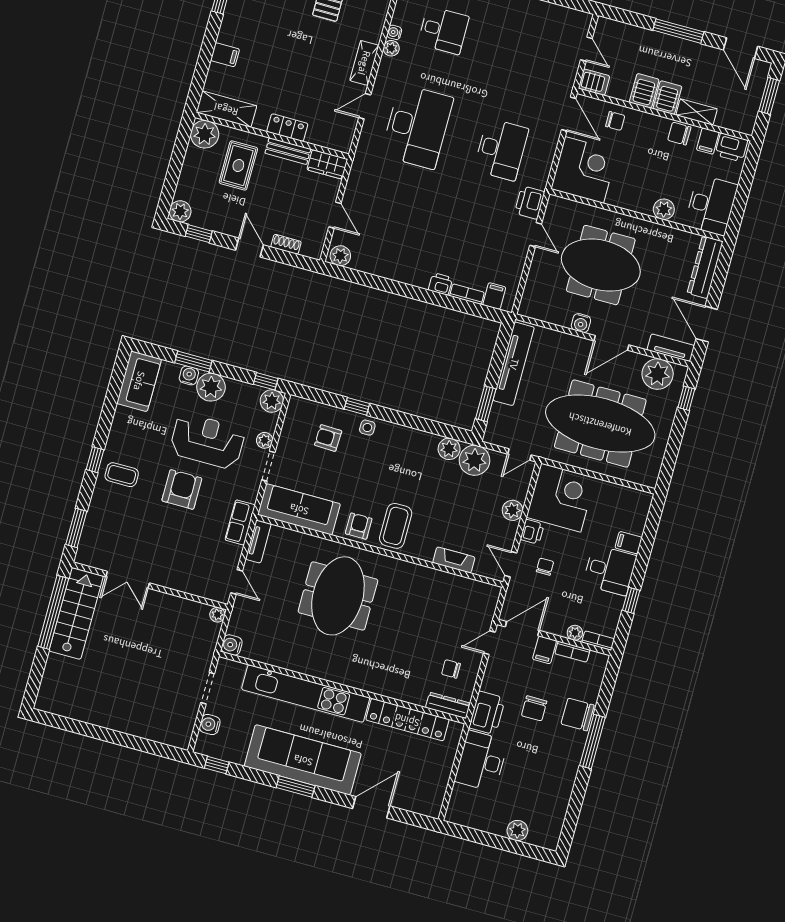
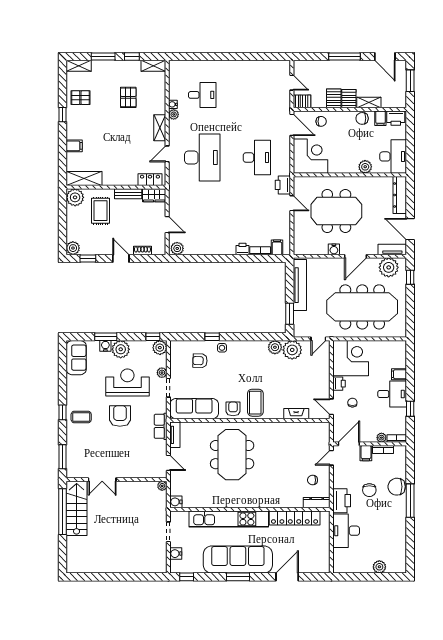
locker: (287, 128) -> (150, 180), moved
plant: (513, 510) -> (323, 374), removed

